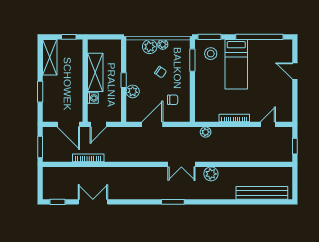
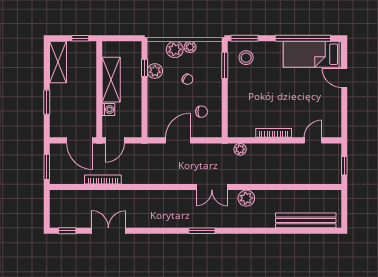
bed: (236, 64) -> (312, 54), moved, turned 90
window: (124, 80) -> (144, 68), moved
plant: (133, 91) -> (155, 71), moved

